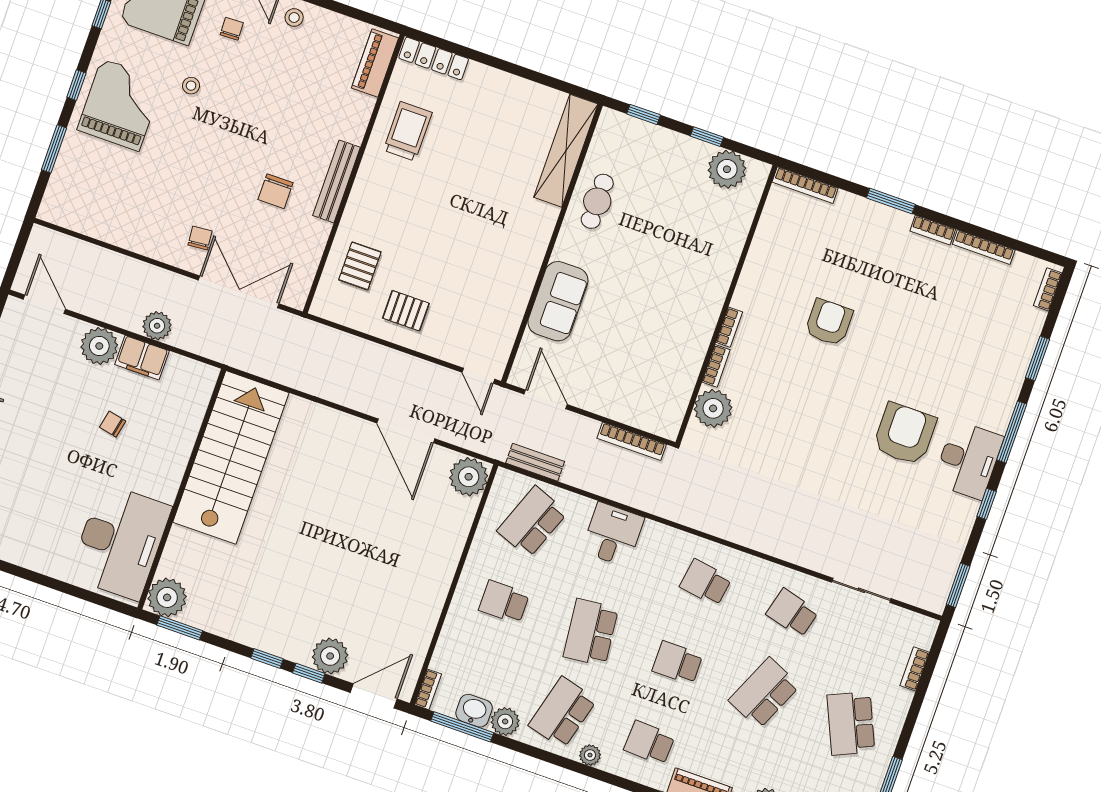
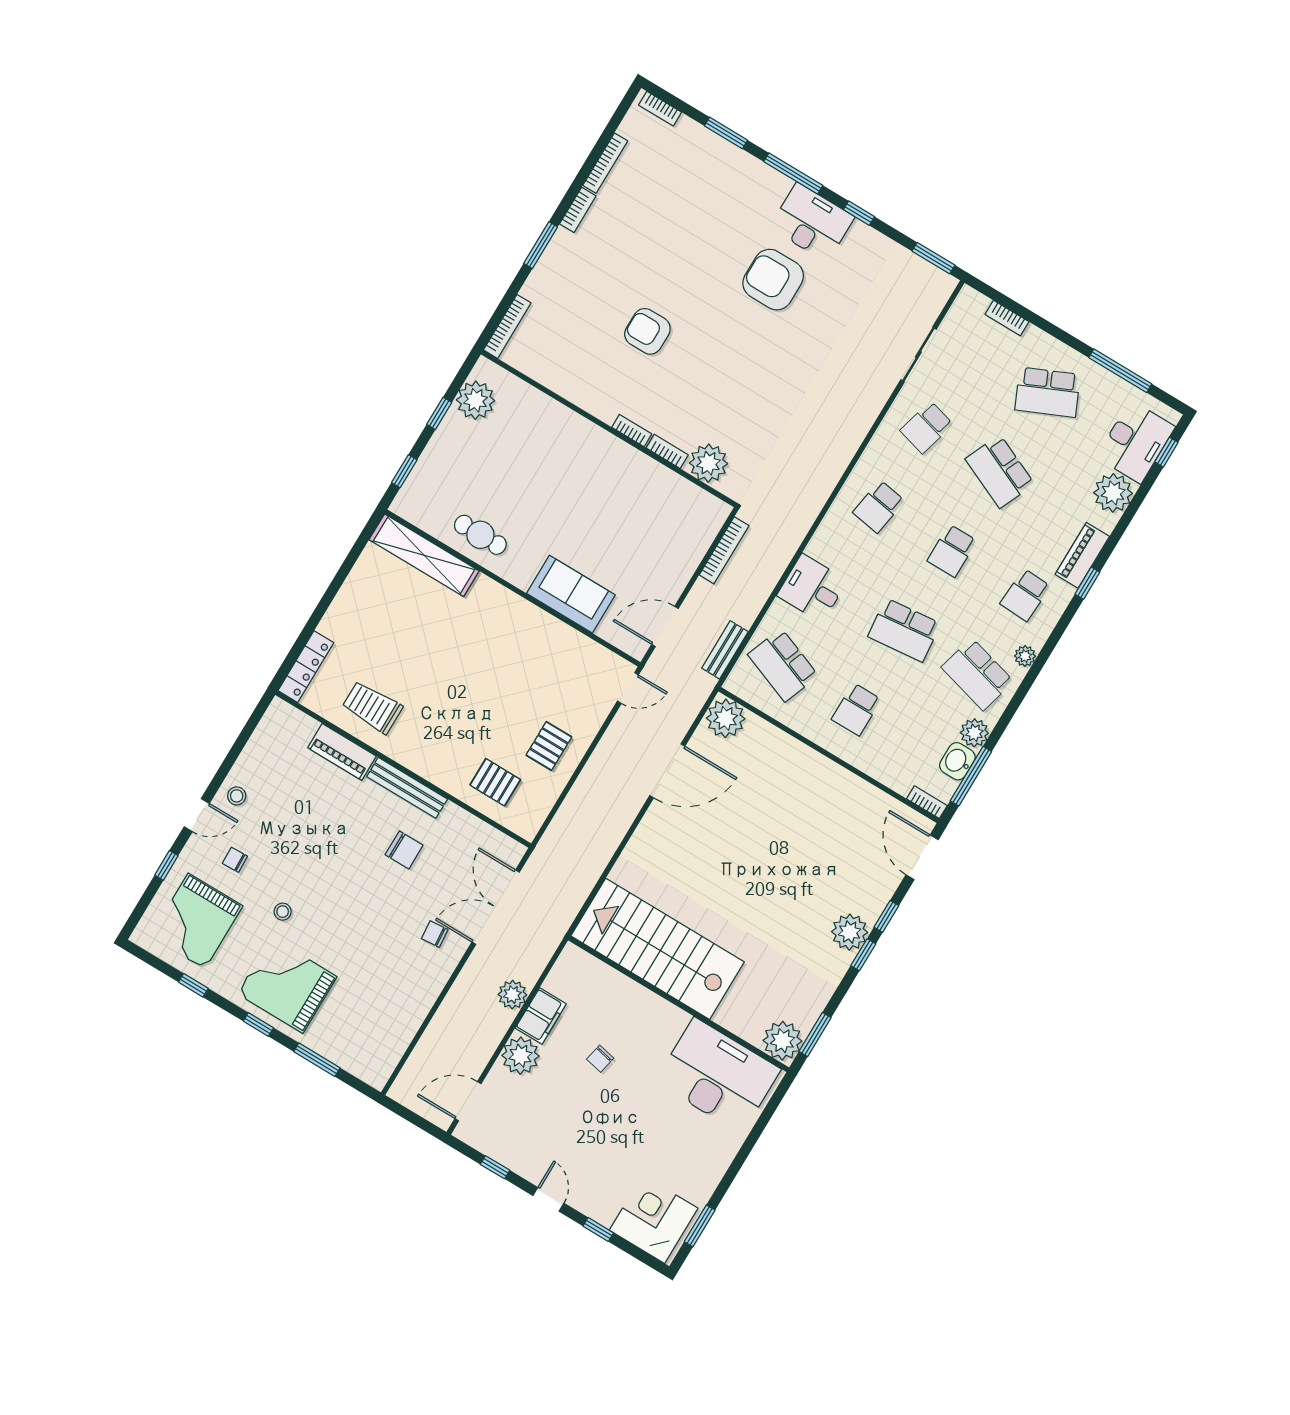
piano: (375, 63) -> (342, 752), moved
plant: (330, 656) -> (850, 932), moved

